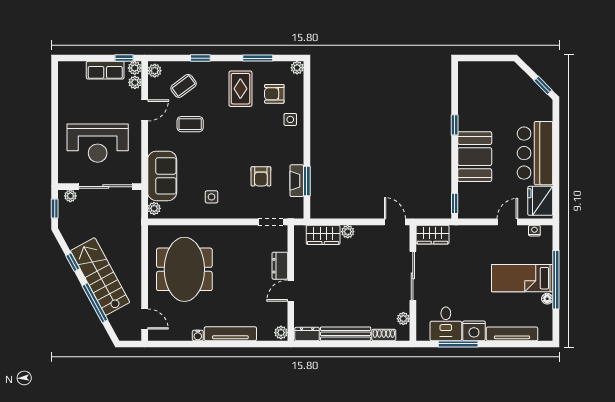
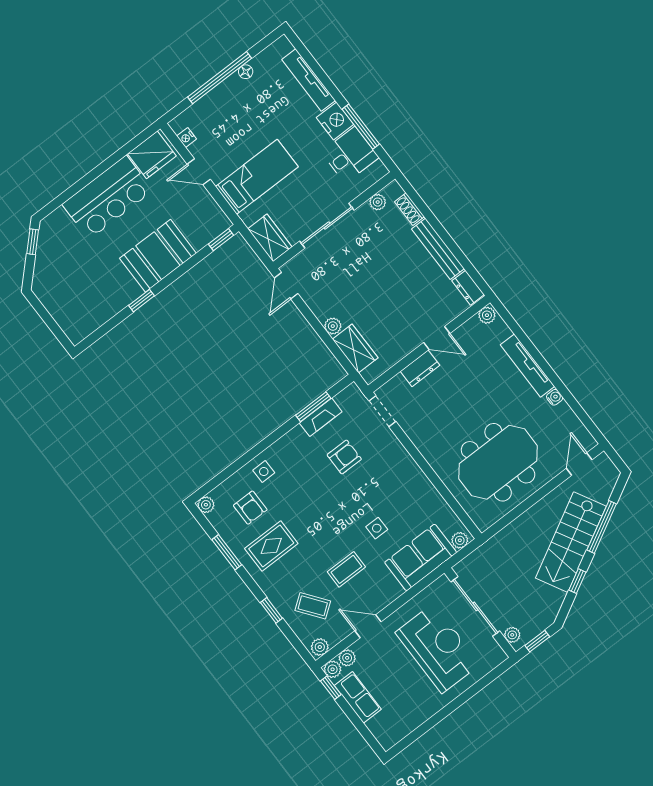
coffee table: (190, 124) -> (346, 569), turned 90
side table: (212, 197) -> (377, 528), moved
bed: (522, 278) -> (257, 177), moved, turned -90

